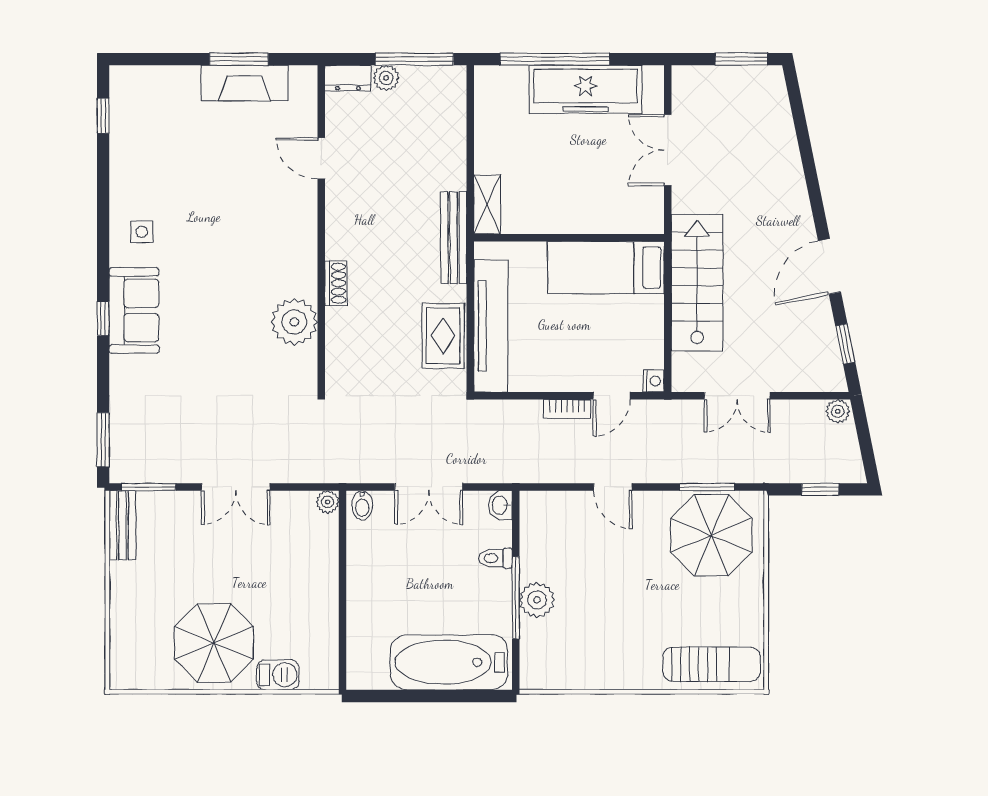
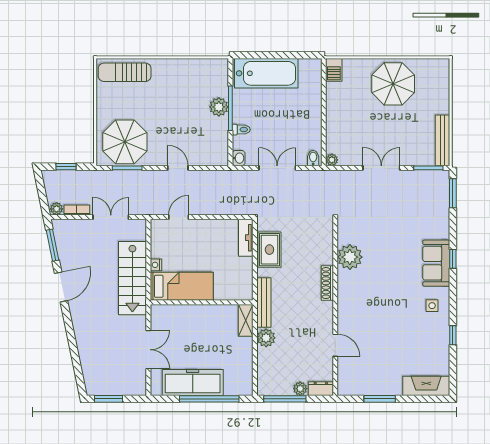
fireplace: (245, 83) -> (426, 386), moved
window: (103, 116) -> (453, 335), moved
plant: (449, 172) -> (266, 338), added
shoe rack: (336, 283) -> (327, 283), width x1.43
tv unit: (491, 326) -> (246, 238), width x0.52, depth x0.78
window: (845, 344) -> (53, 245), width x1.50
nightstand: (654, 381) -> (156, 265), moved
bookcase: (567, 409) -> (77, 210), moved
bench: (122, 525) -> (443, 140), width x1.36
barbecue: (278, 675) -> (334, 70), moved, turned -90

